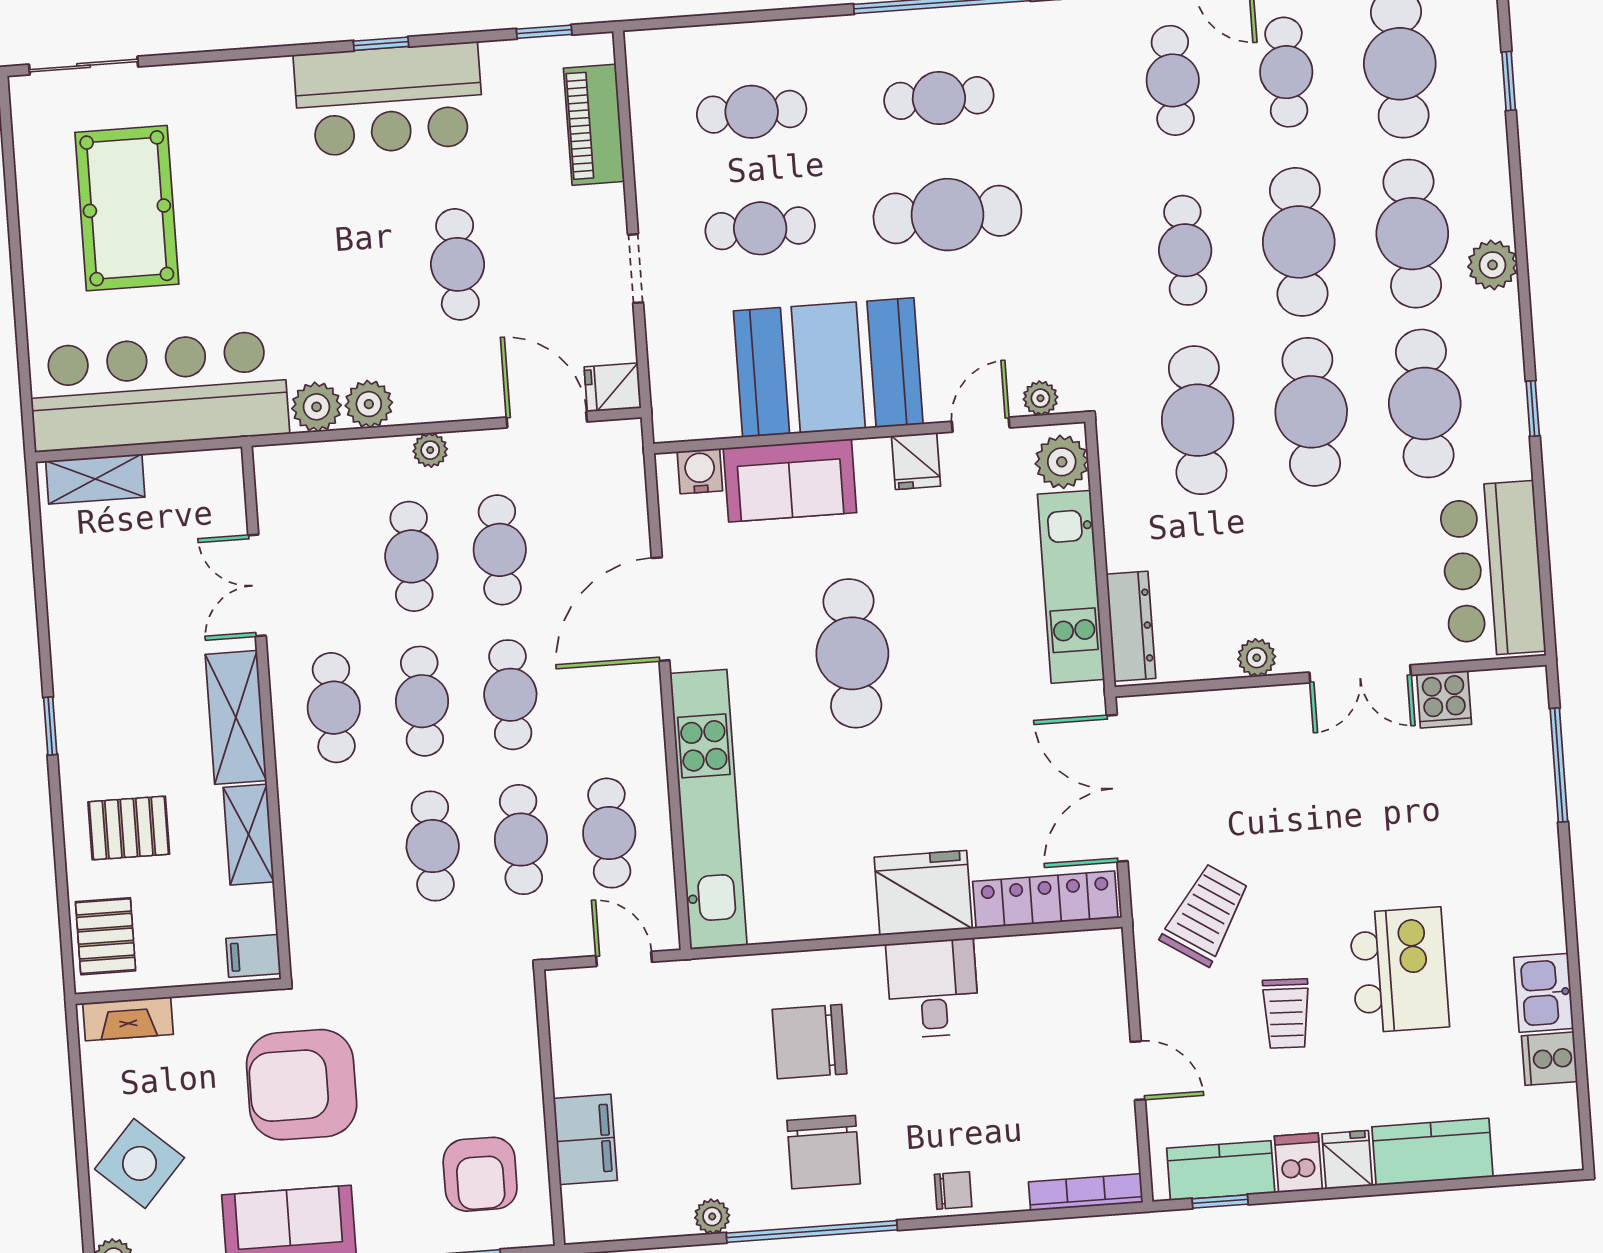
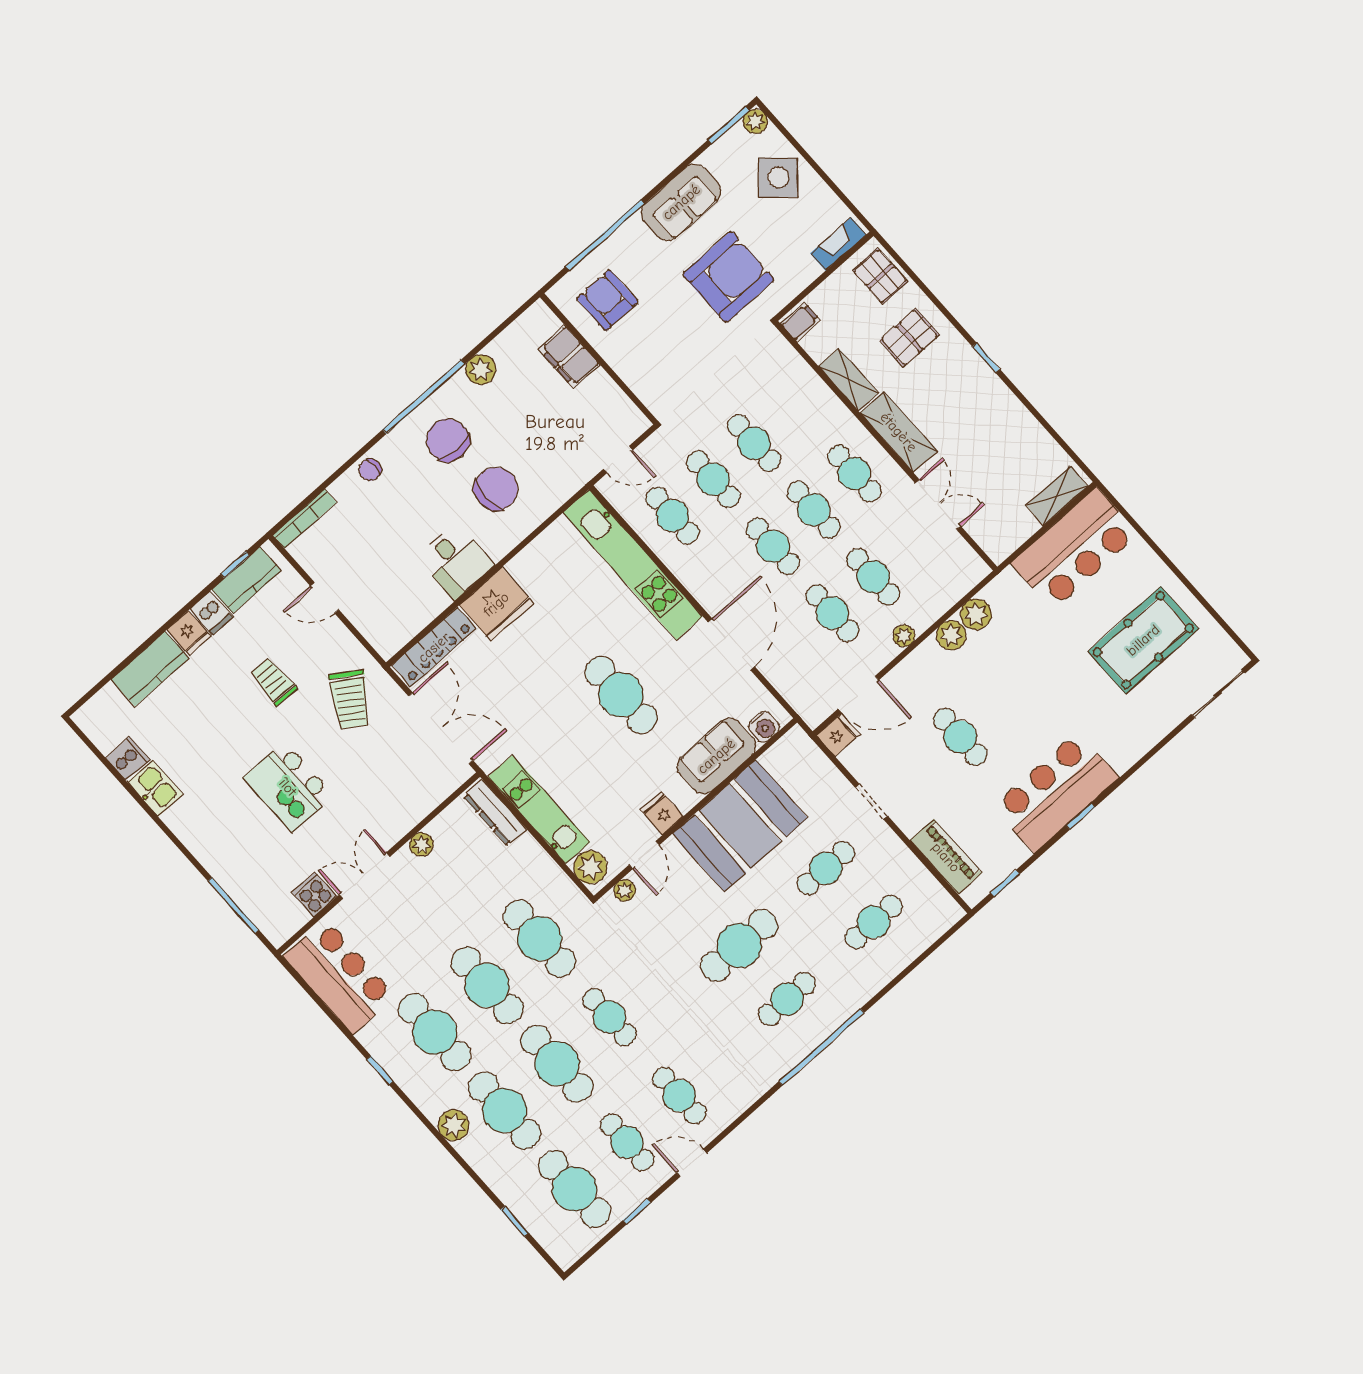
pool table: (127, 208) -> (1143, 640), turned 90
bar counter: (159, 391) -> (1075, 549), width x0.73
kitchen island: (1399, 970) -> (288, 787), moved
plant: (712, 1216) -> (481, 370), width x1.38, depth x1.38

